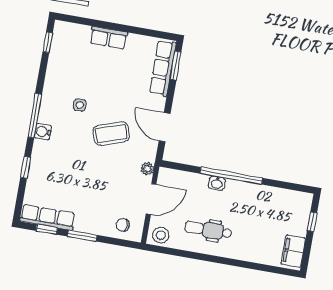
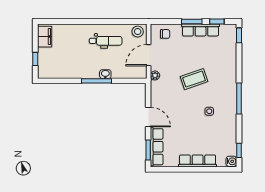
row of seats: (109, 38) -> (198, 161), width x1.48
door: (165, 127) -> (148, 117), moved
water cooler: (43, 132) -> (231, 161), moved
coffee table: (111, 133) -> (194, 79), moved
window: (26, 167) -> (239, 35), moved
window: (231, 176) -> (96, 81), width x0.68
row of seats: (47, 217) -> (201, 30), moved

